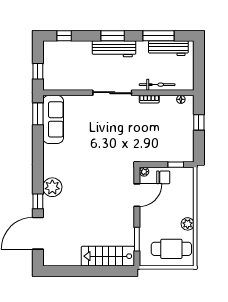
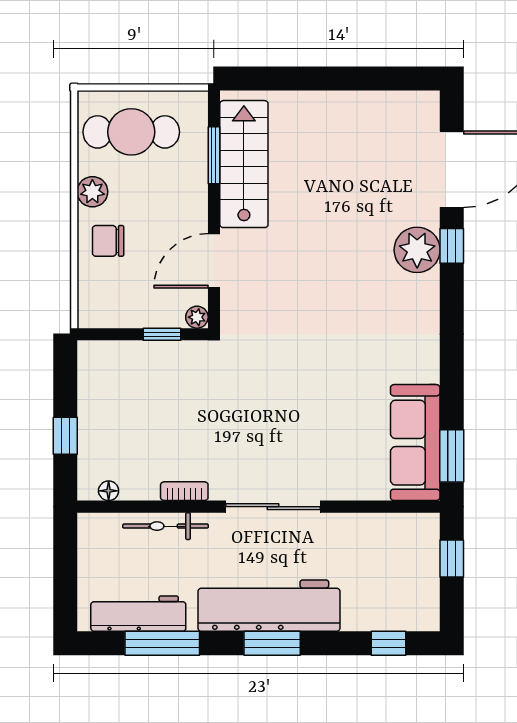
workbench: (114, 49) -> (269, 606), width x1.36, depth x1.32
window: (176, 165) -> (162, 334), moved
chair: (163, 177) -> (108, 241), moved
plant: (52, 187) -> (417, 250), moved
stairs: (108, 256) -> (244, 164), moved, turned -90

